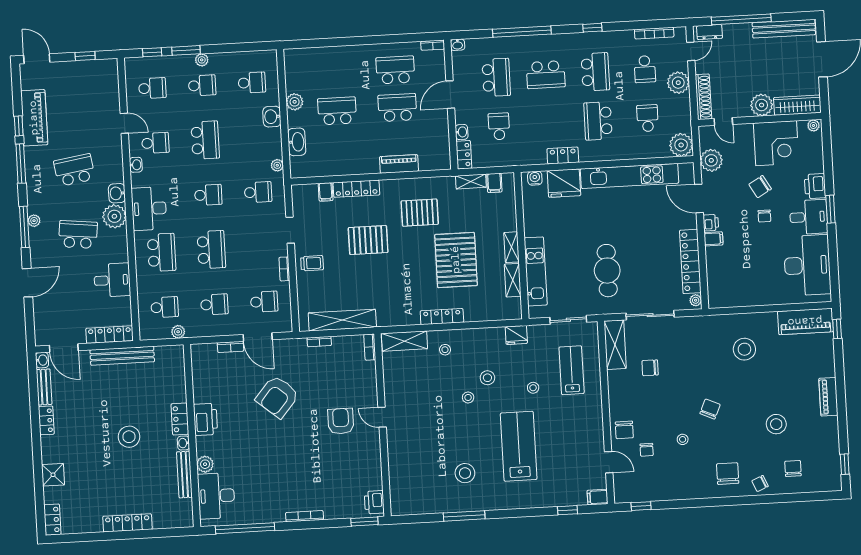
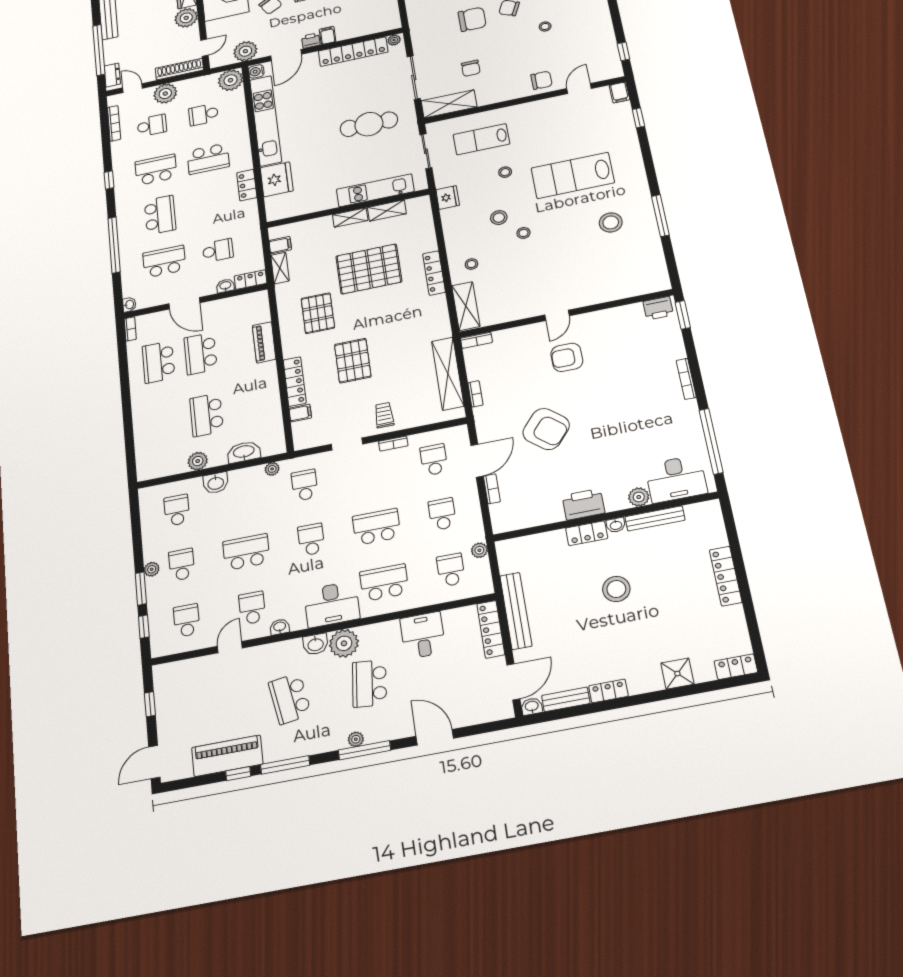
school desk: (499, 126) -> (218, 250), turned 180
water cooler: (535, 178) -> (256, 71), moved
chair: (647, 450) -> (472, 19), moved, width x1.87, depth x1.87

